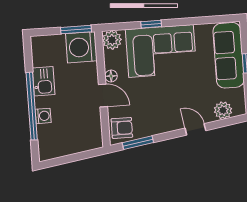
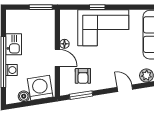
plant: (112, 40) -> (67, 17), removed
washing machine: (81, 47) -> (40, 88), moved, turned 81
armchair: (122, 128) -> (83, 76), moved, turned 90
boiler: (62, 150) -> (24, 96), added

